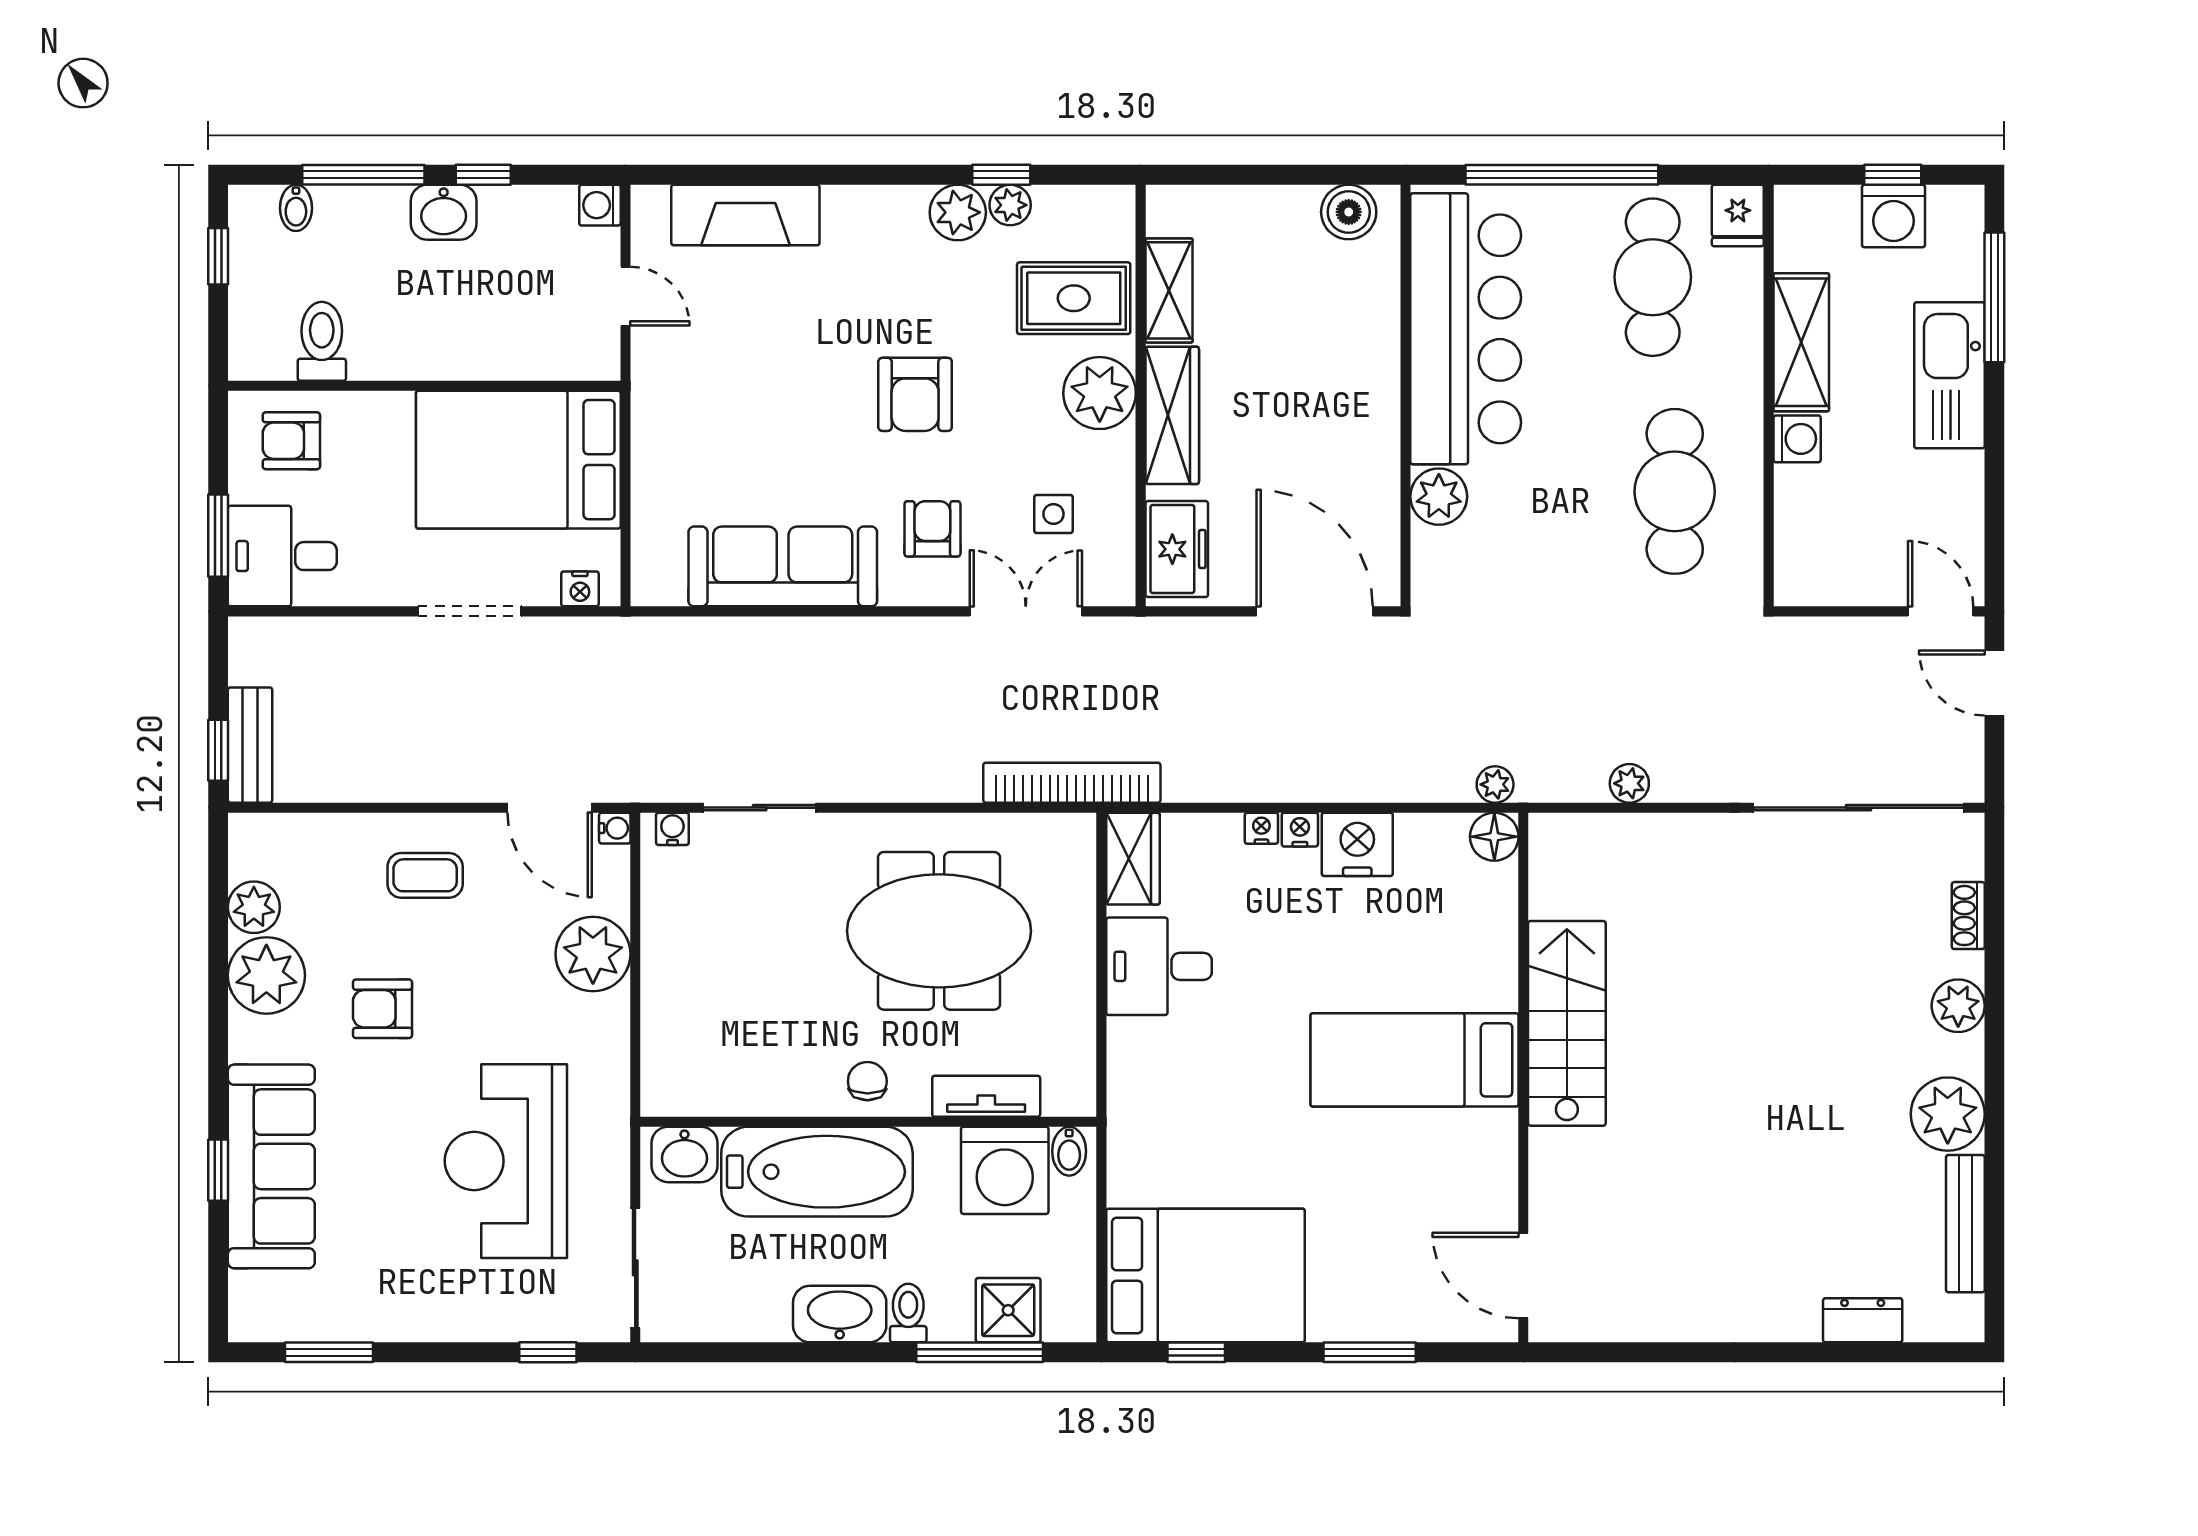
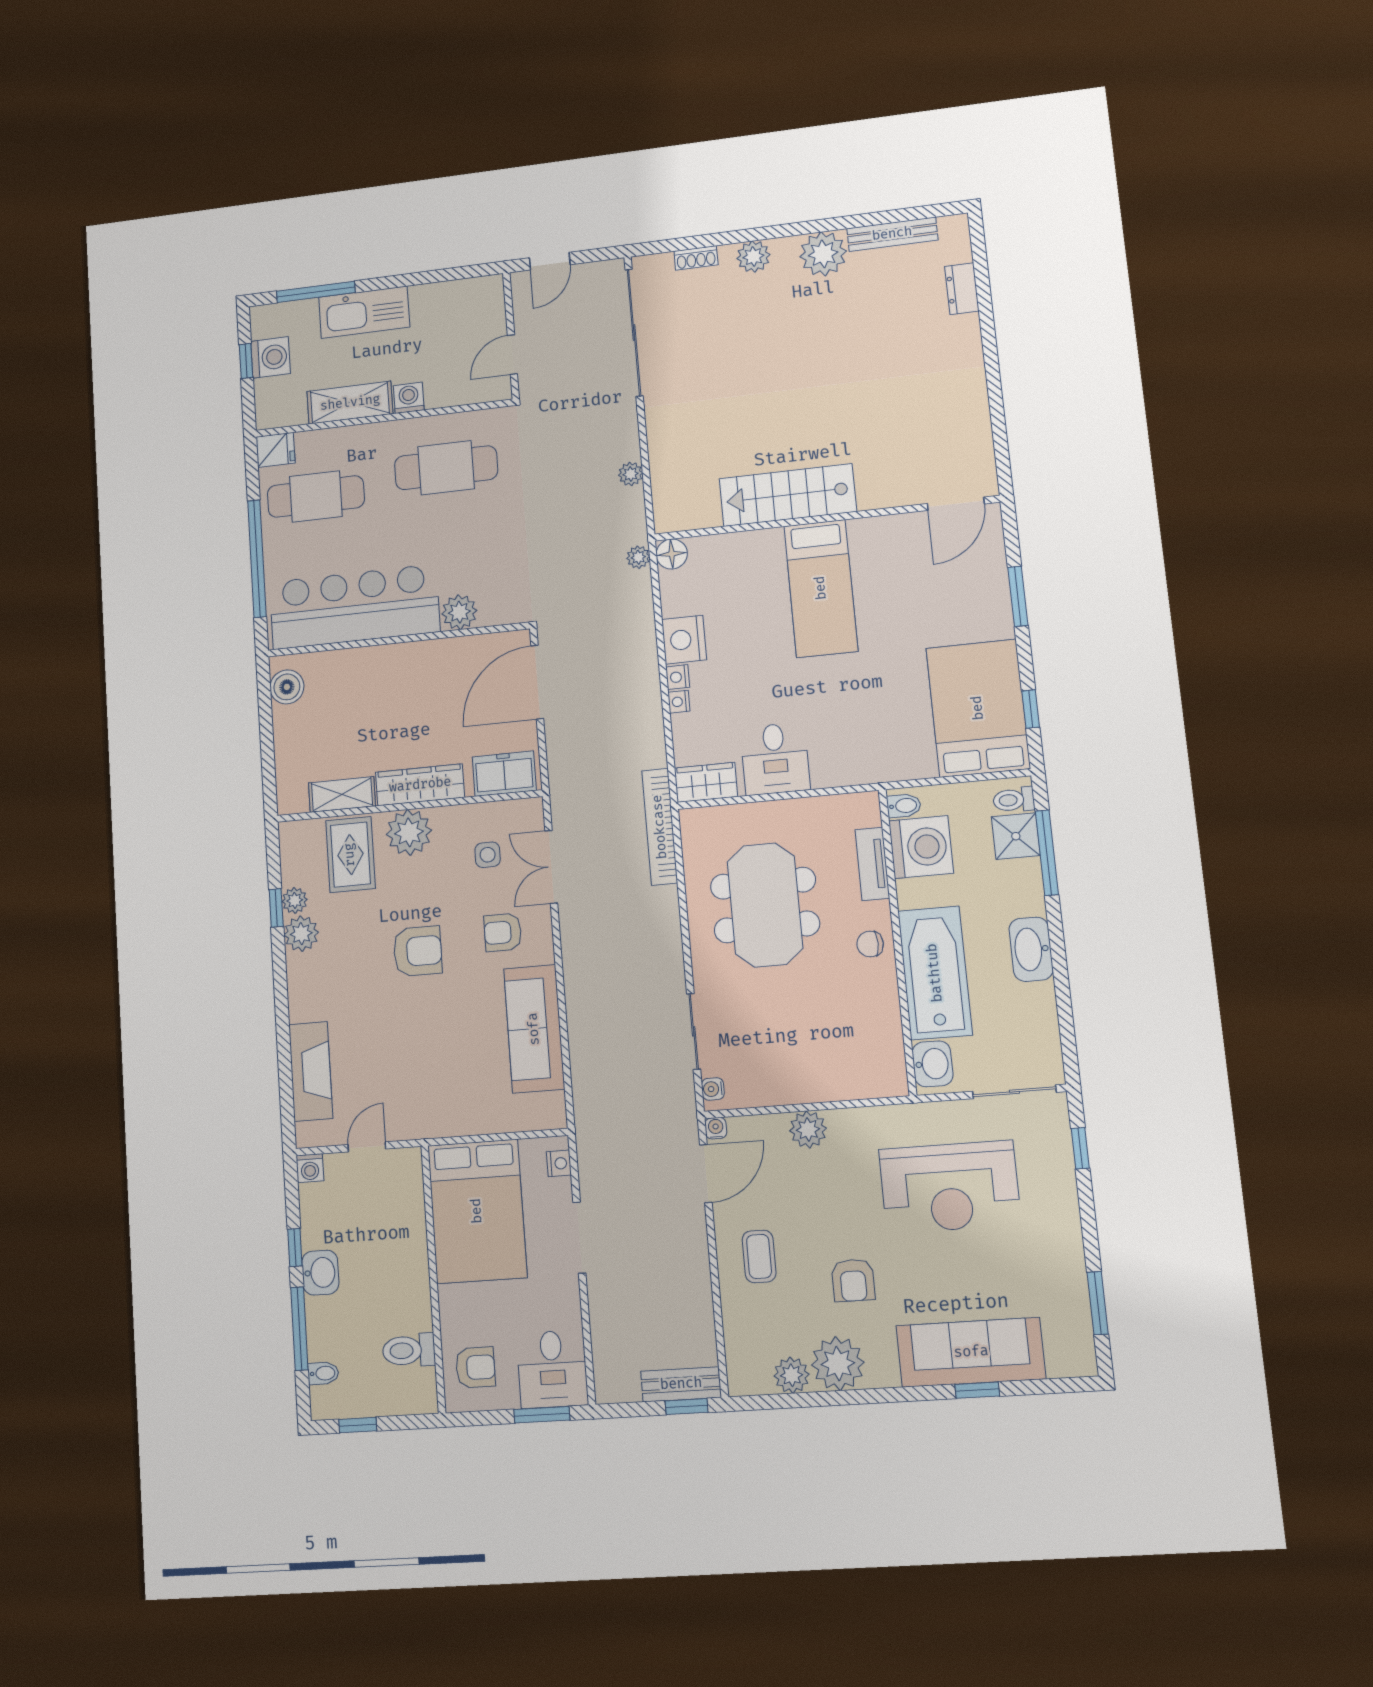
armchair: (291, 441) -> (475, 1367), turned -90
door: (1941, 611) -> (512, 355), moved
plant: (593, 954) -> (808, 1130), width x0.73, depth x0.73
toilet: (908, 1313) -> (1014, 800), moved

